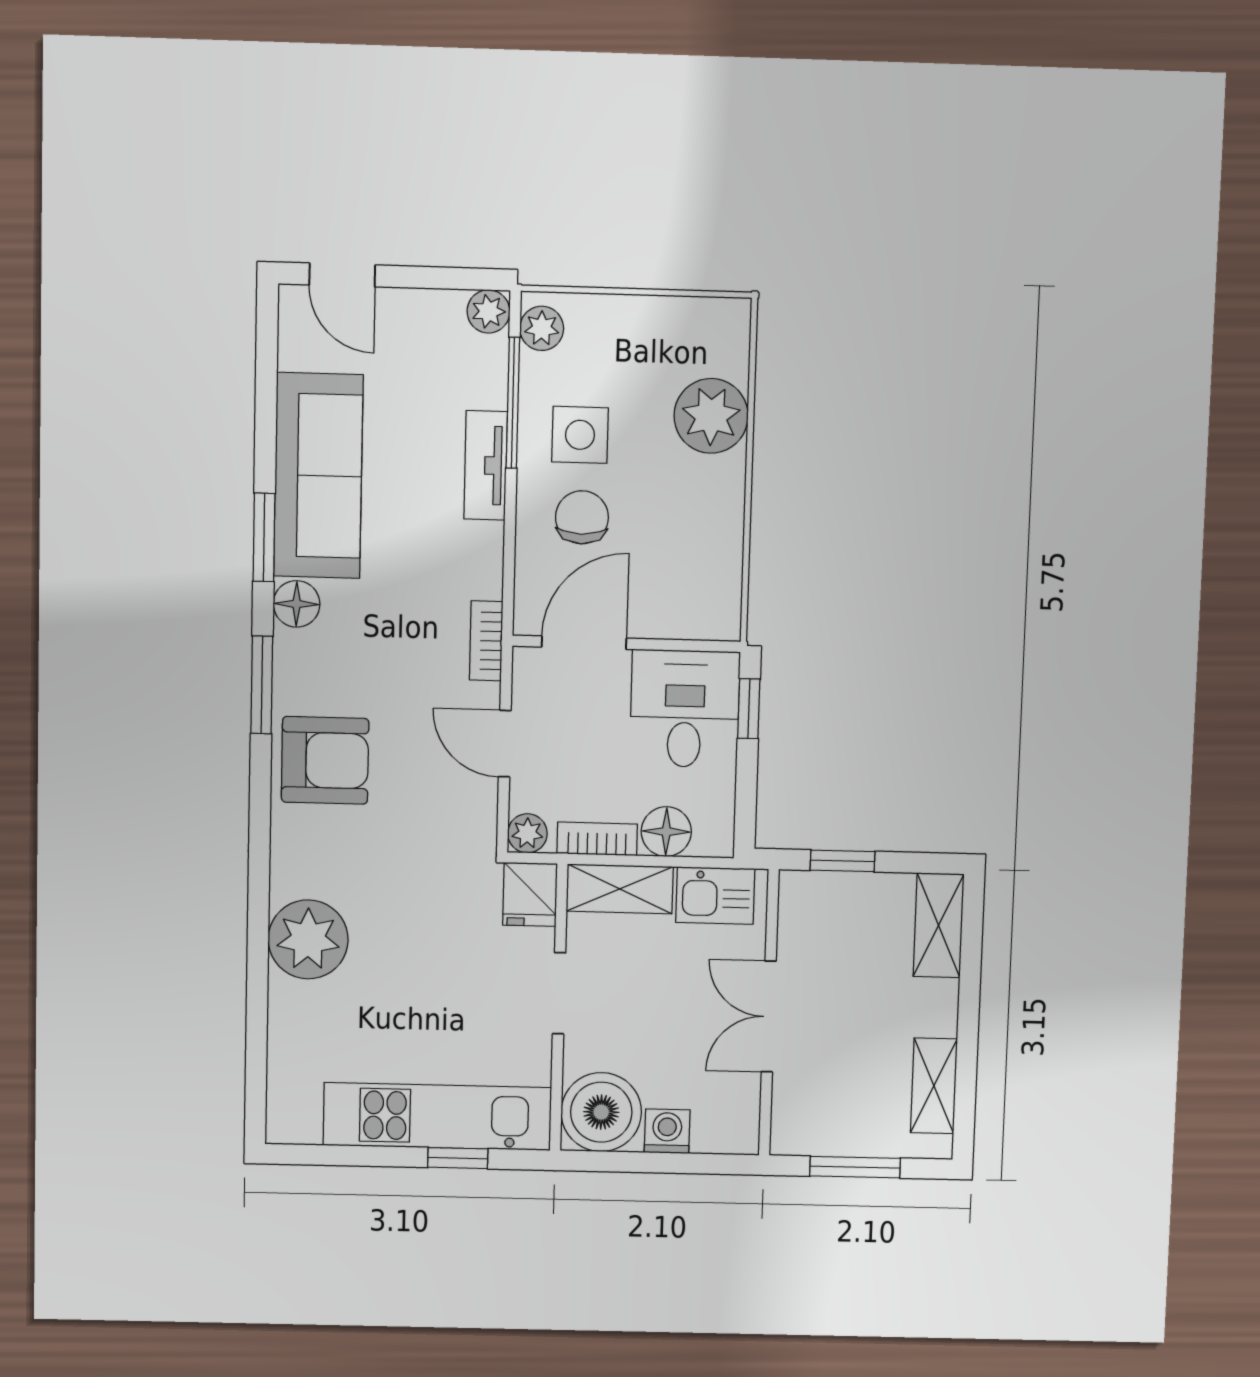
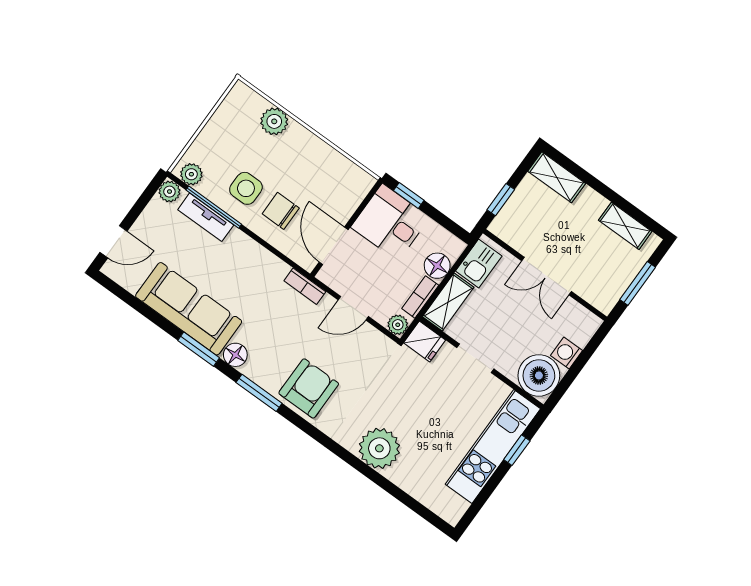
plant: (711, 416) -> (274, 121), width x0.73, depth x0.73
tv unit: (486, 465) -> (206, 217), moved

